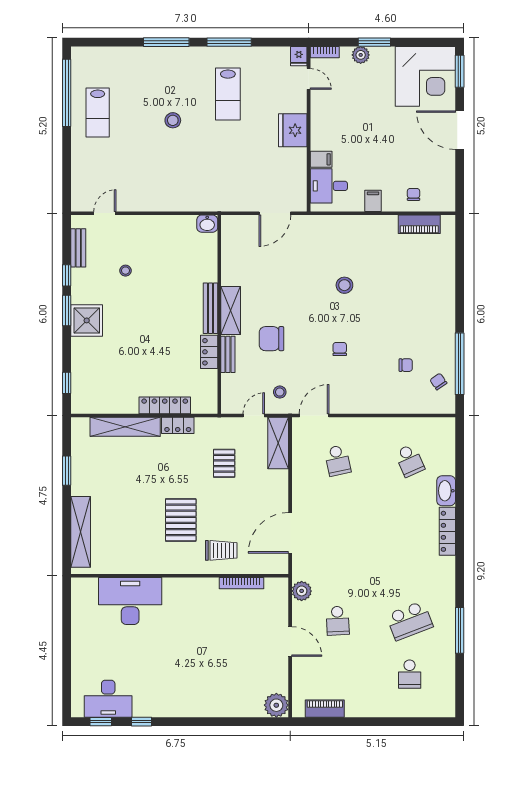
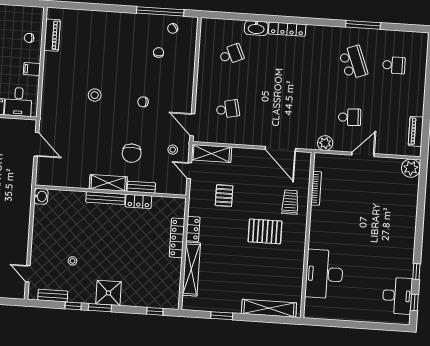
pallet: (224, 463) -> (224, 196), turned 90

